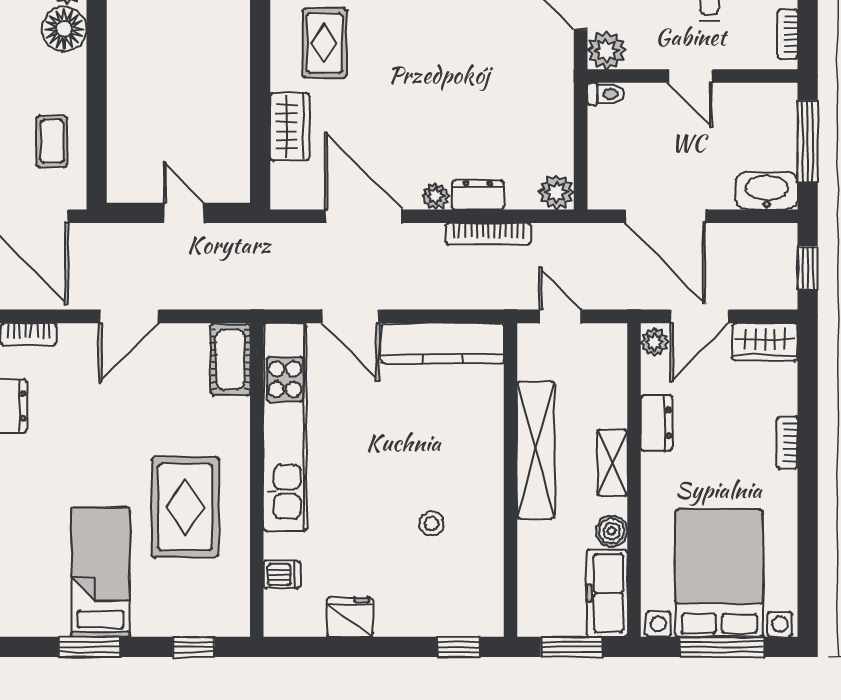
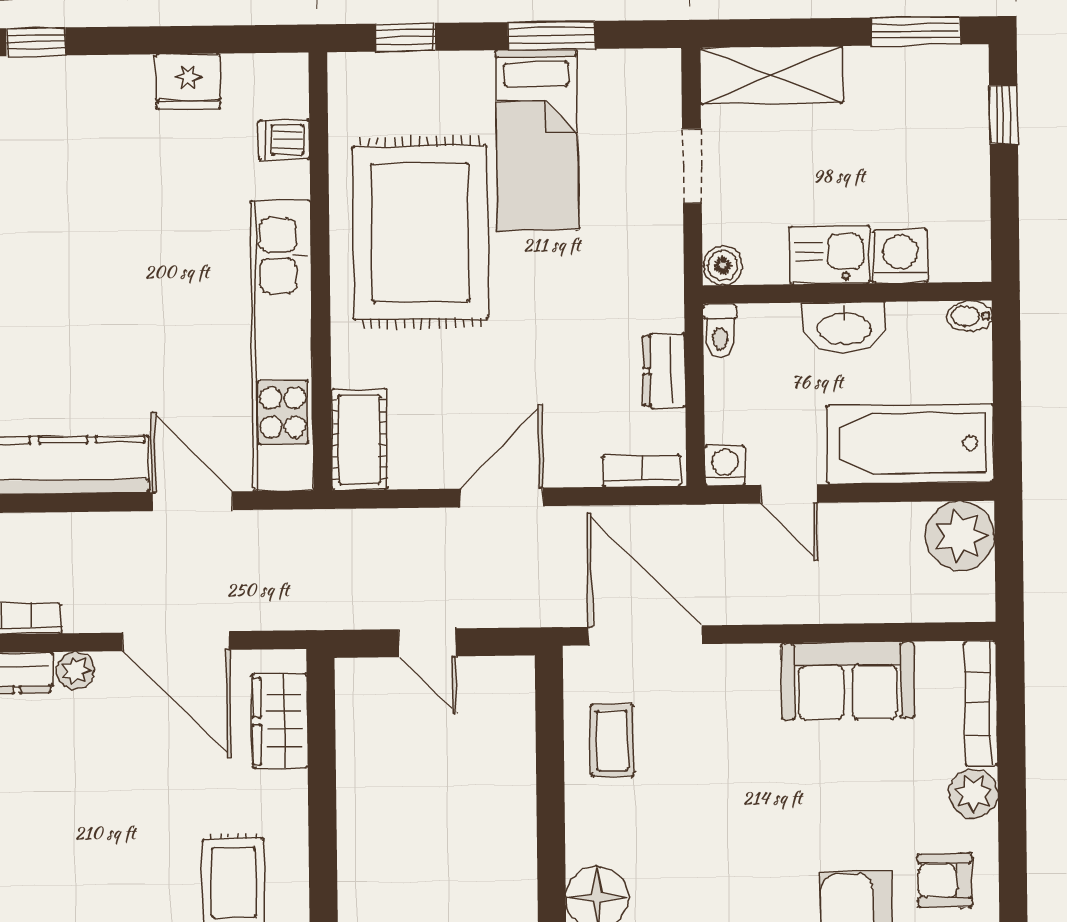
wardrobe: (290, 127) -> (280, 721), moved
rug: (185, 507) -> (420, 232), width x1.37, depth x1.44
stool: (431, 524) -> (76, 213), removed

